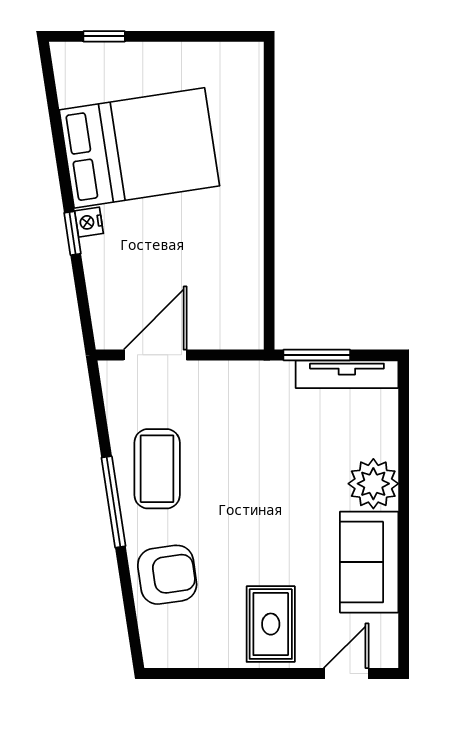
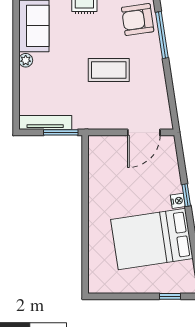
coffee table: (157, 469) -> (109, 70), moved, turned 90
plant: (373, 484) -> (26, 60), width x0.53, depth x0.53
window: (113, 502) -> (162, 35), moved

